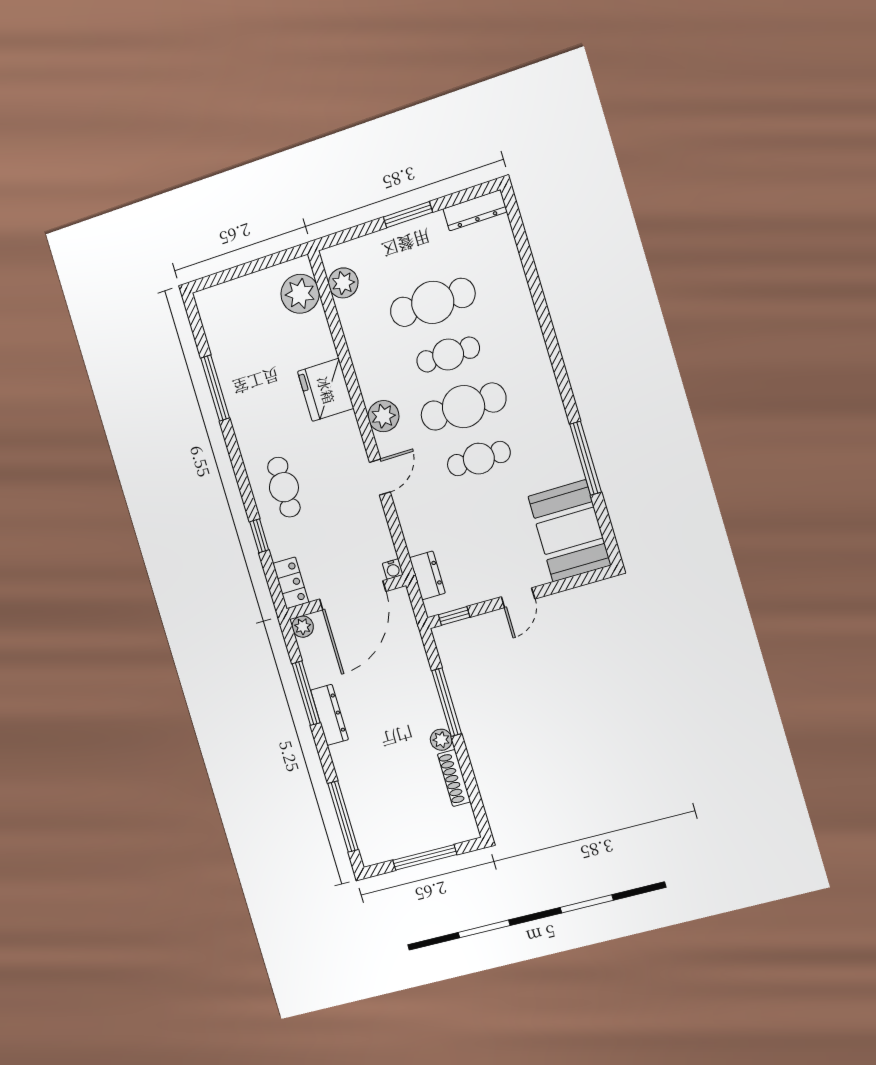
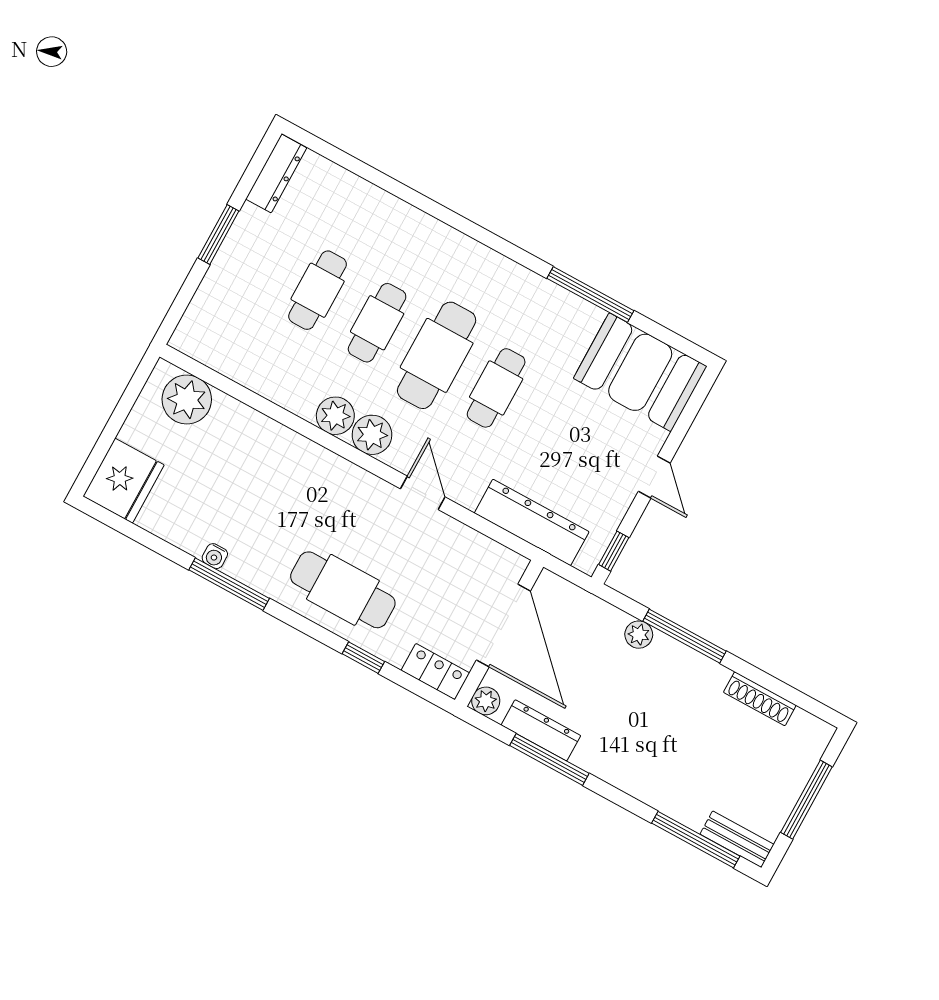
plant: (343, 283) -> (335, 416), moved
cafe table: (433, 302) -> (318, 290), width x0.73, depth x0.74
window: (215, 388) -> (229, 584), moved
fridge: (326, 390) -> (124, 481), moved, turned -90
cafe table: (284, 487) -> (343, 590), width x1.37, depth x1.35
water cooler: (393, 569) -> (215, 556), moved, turned 90
dresser: (427, 575) -> (532, 522), width x1.96, depth x1.24
dresser: (330, 715) -> (541, 730), moved
plant: (441, 740) -> (639, 635), moved
bench: (366, 839) -> (737, 839), added

